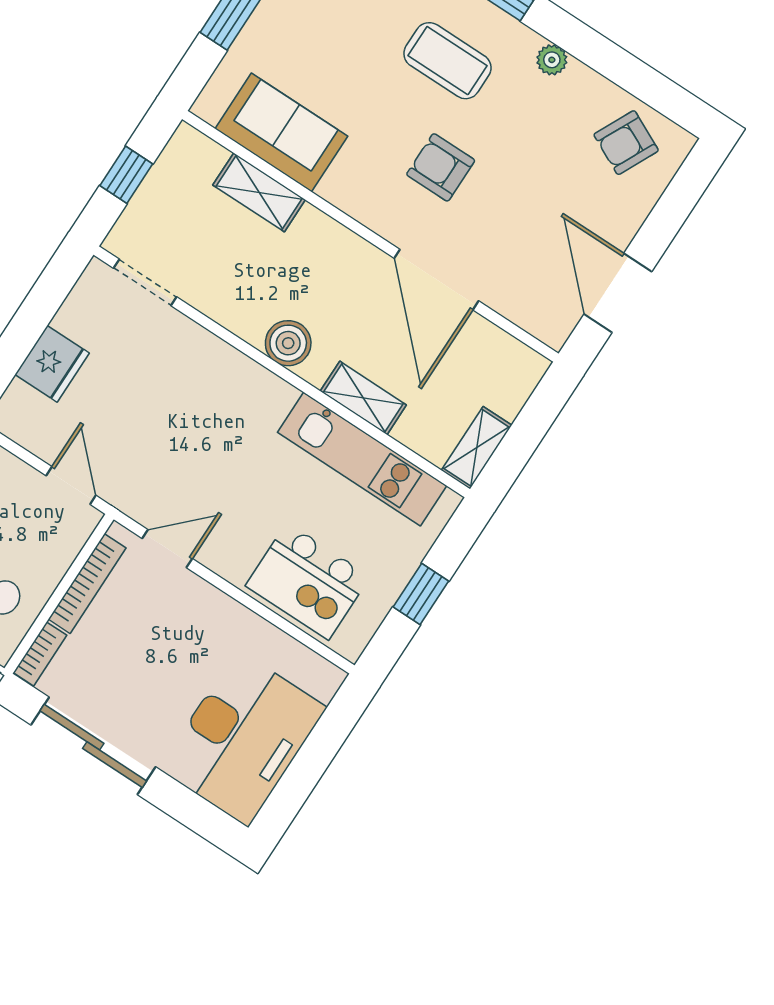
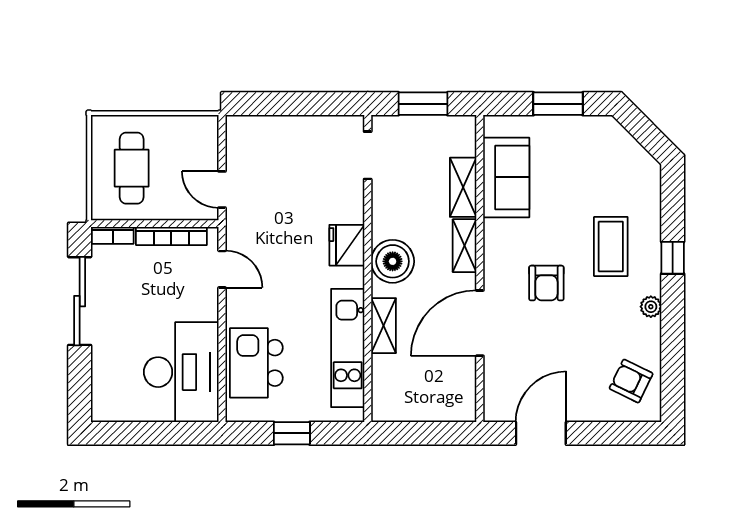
armchair: (441, 167) -> (546, 283), turned 180
window: (126, 175) -> (423, 104), width x1.50
boiler: (288, 343) -> (393, 261), width x1.37, depth x1.37
fridge: (52, 364) -> (347, 245), moved, turned 90
shelving: (477, 448) -> (465, 246), moved, turned 90
door: (71, 486) -> (222, 190), swing flipped
desk: (243, 738) -> (181, 372), moved, turned -90

